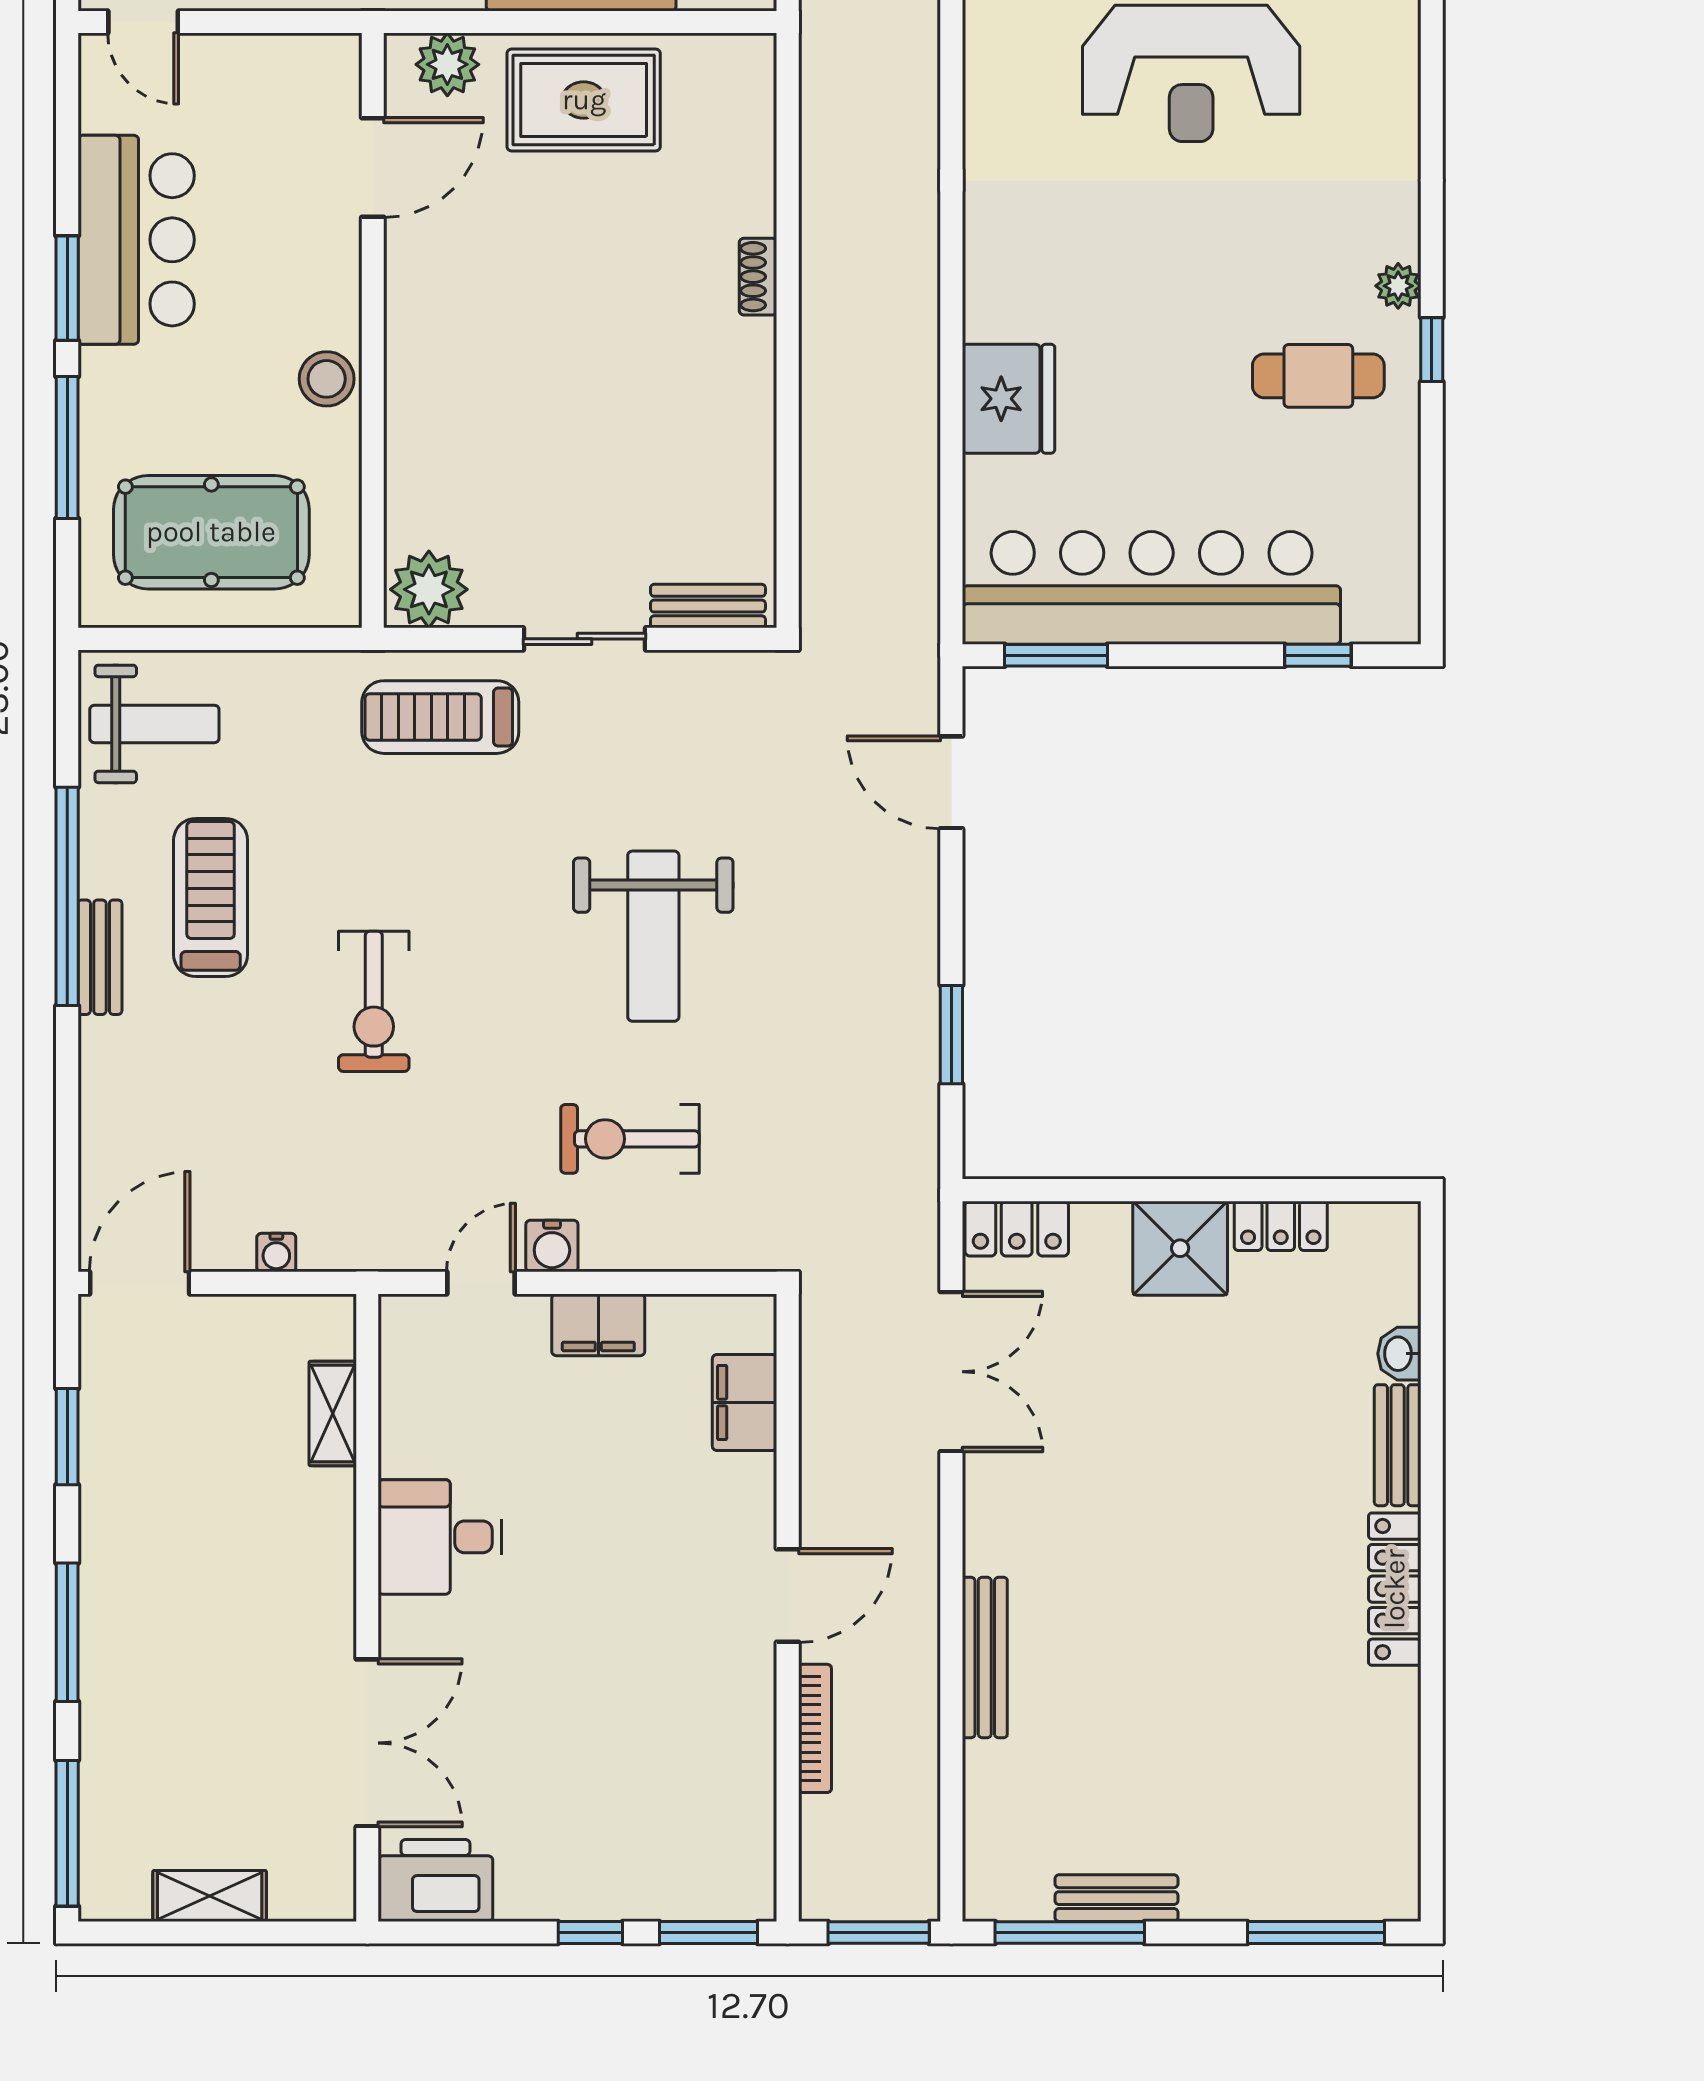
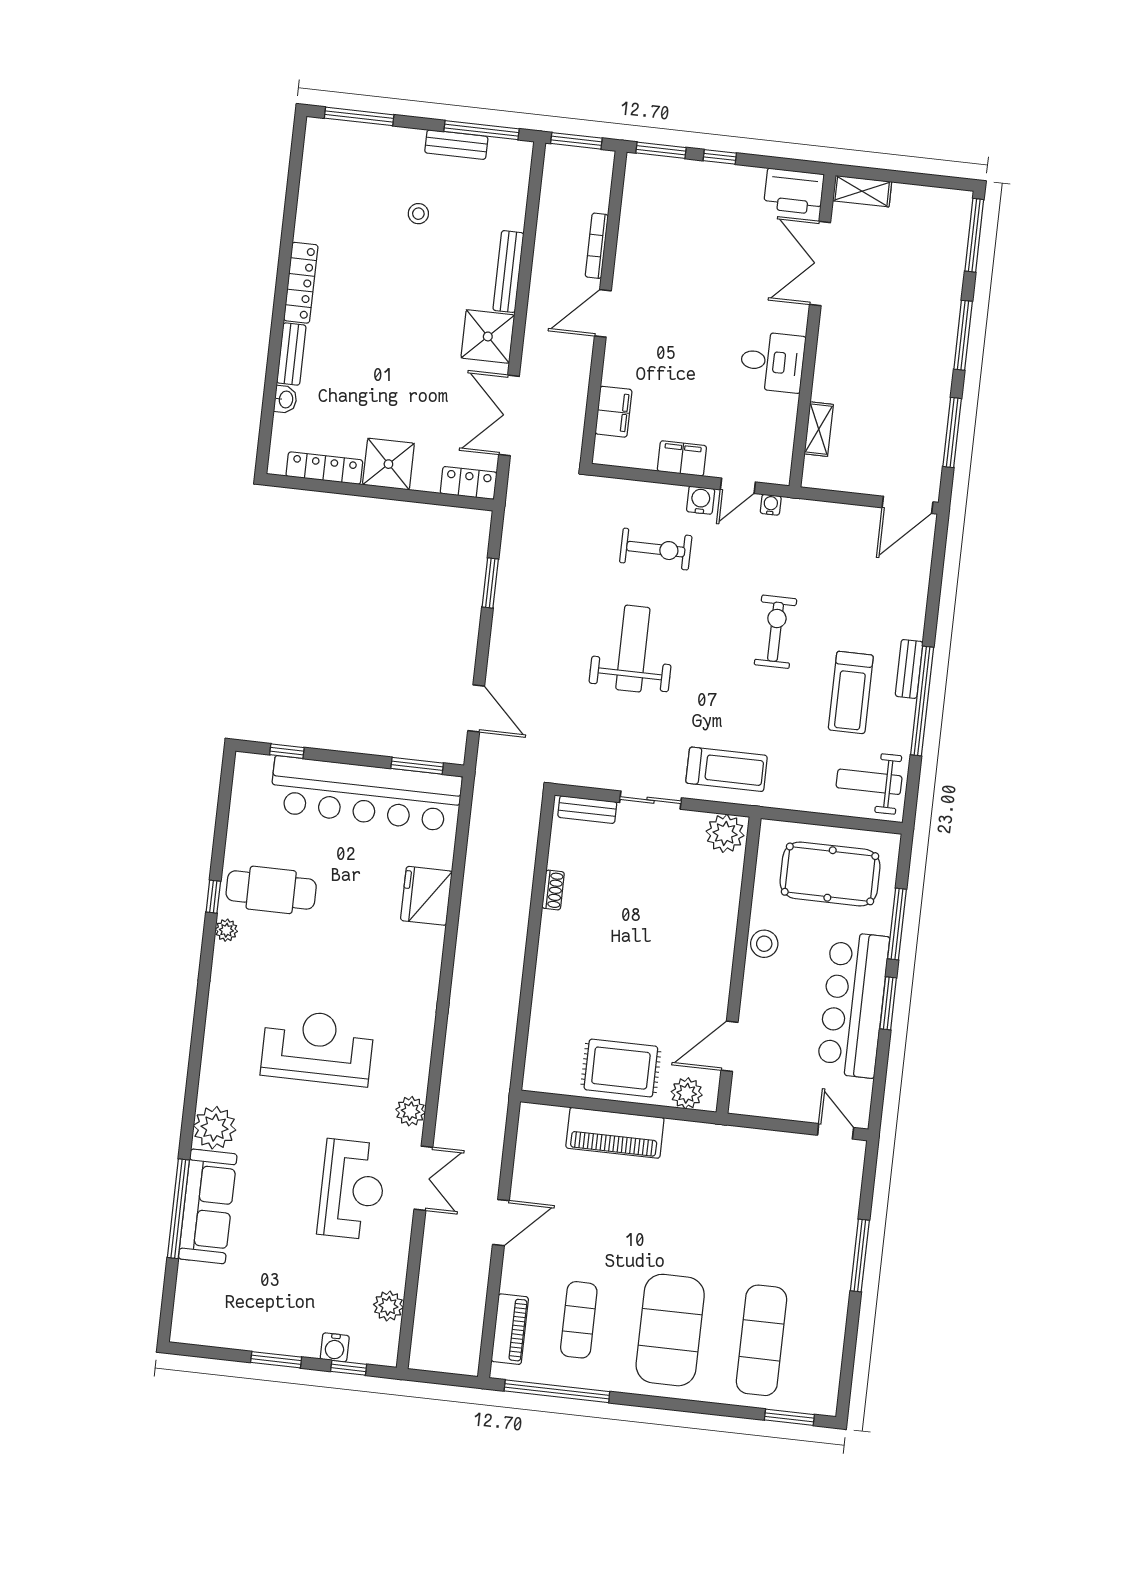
bar counter: (136, 240) -> (853, 1005), width x1.36
shoe rack: (758, 277) -> (553, 890), moved
cafe table: (1318, 376) -> (271, 890), width x1.37, depth x1.35
locker: (1281, 1226) -> (324, 468), width x1.53
water cooler: (276, 1253) -> (771, 505), moved
window: (67, 1437) -> (952, 433), width x1.44
shower: (1011, 1524) -> (488, 336), added
stool: (1176, 1753) -> (418, 214), added
shelving: (210, 1896) -> (862, 191), moved

